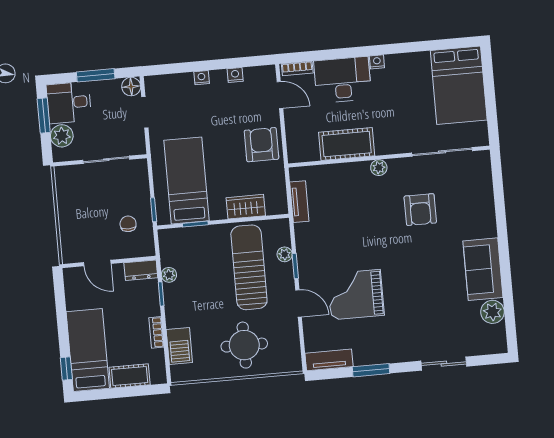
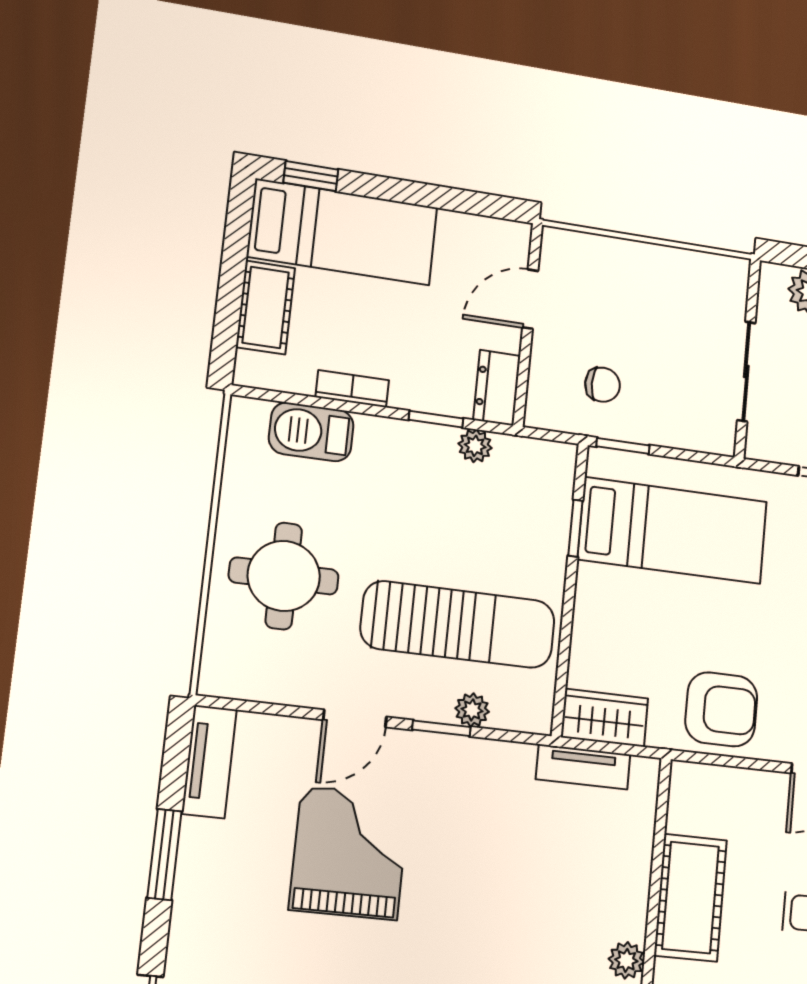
wardrobe: (246, 207) -> (605, 718), moved, turned -90

